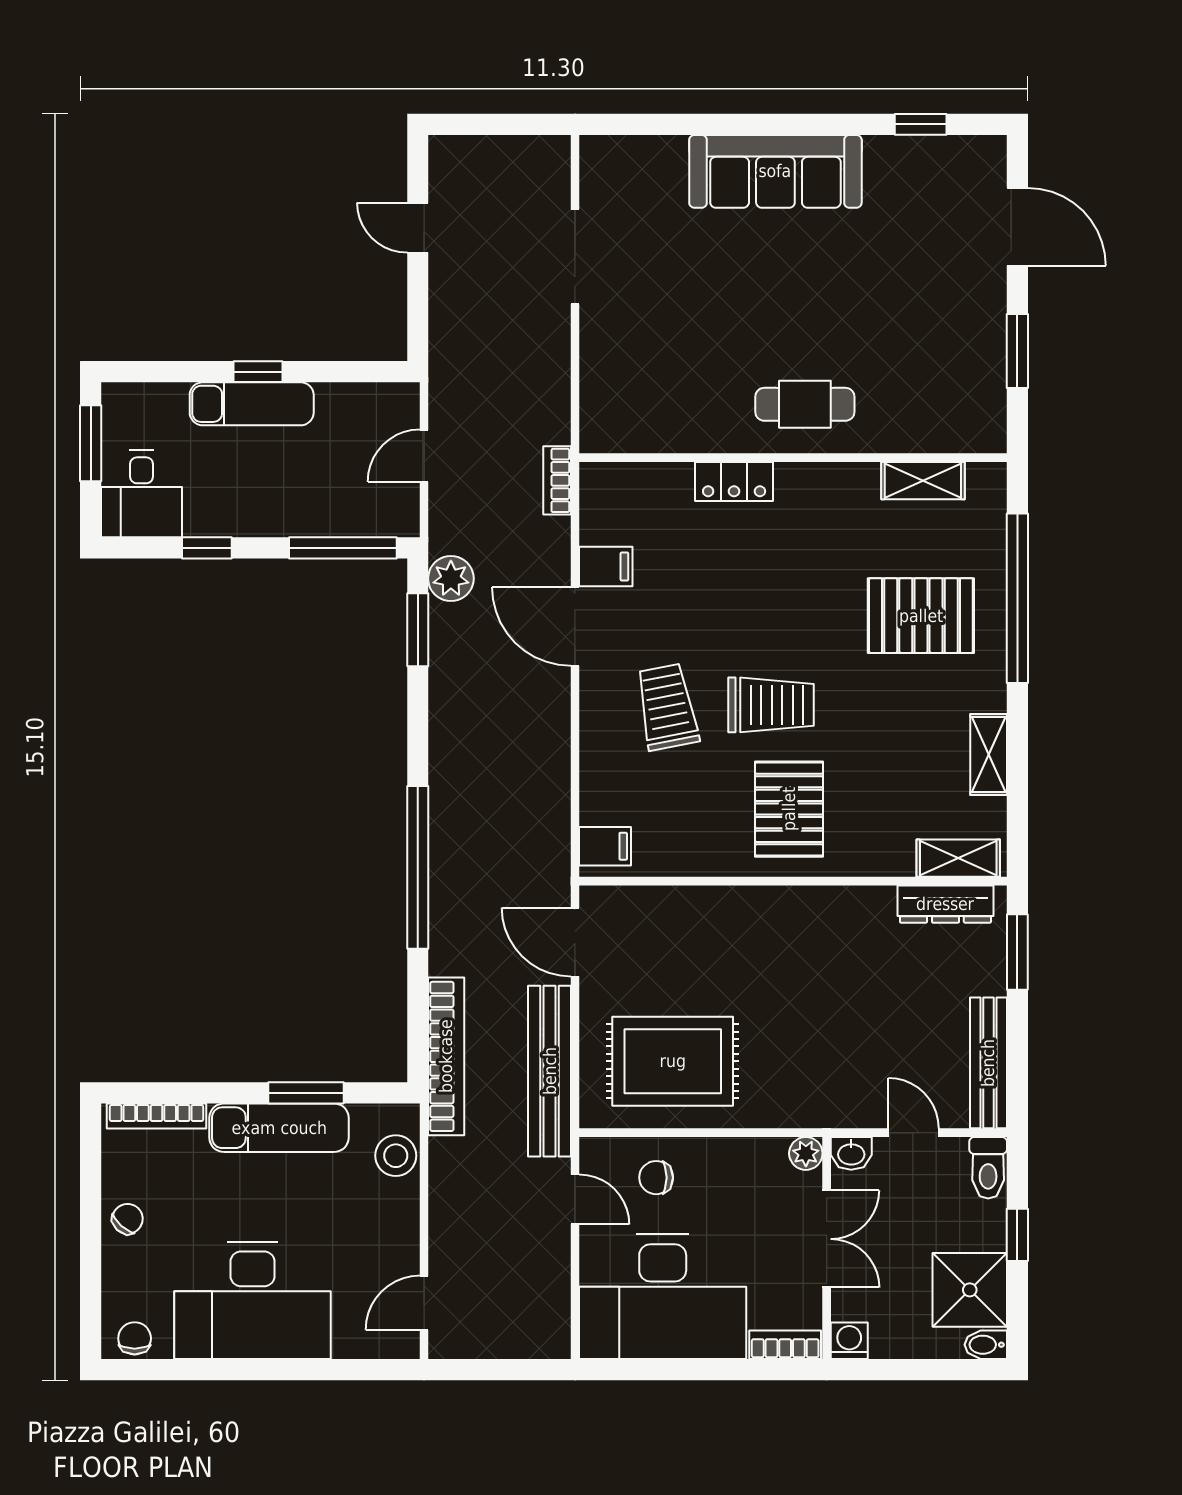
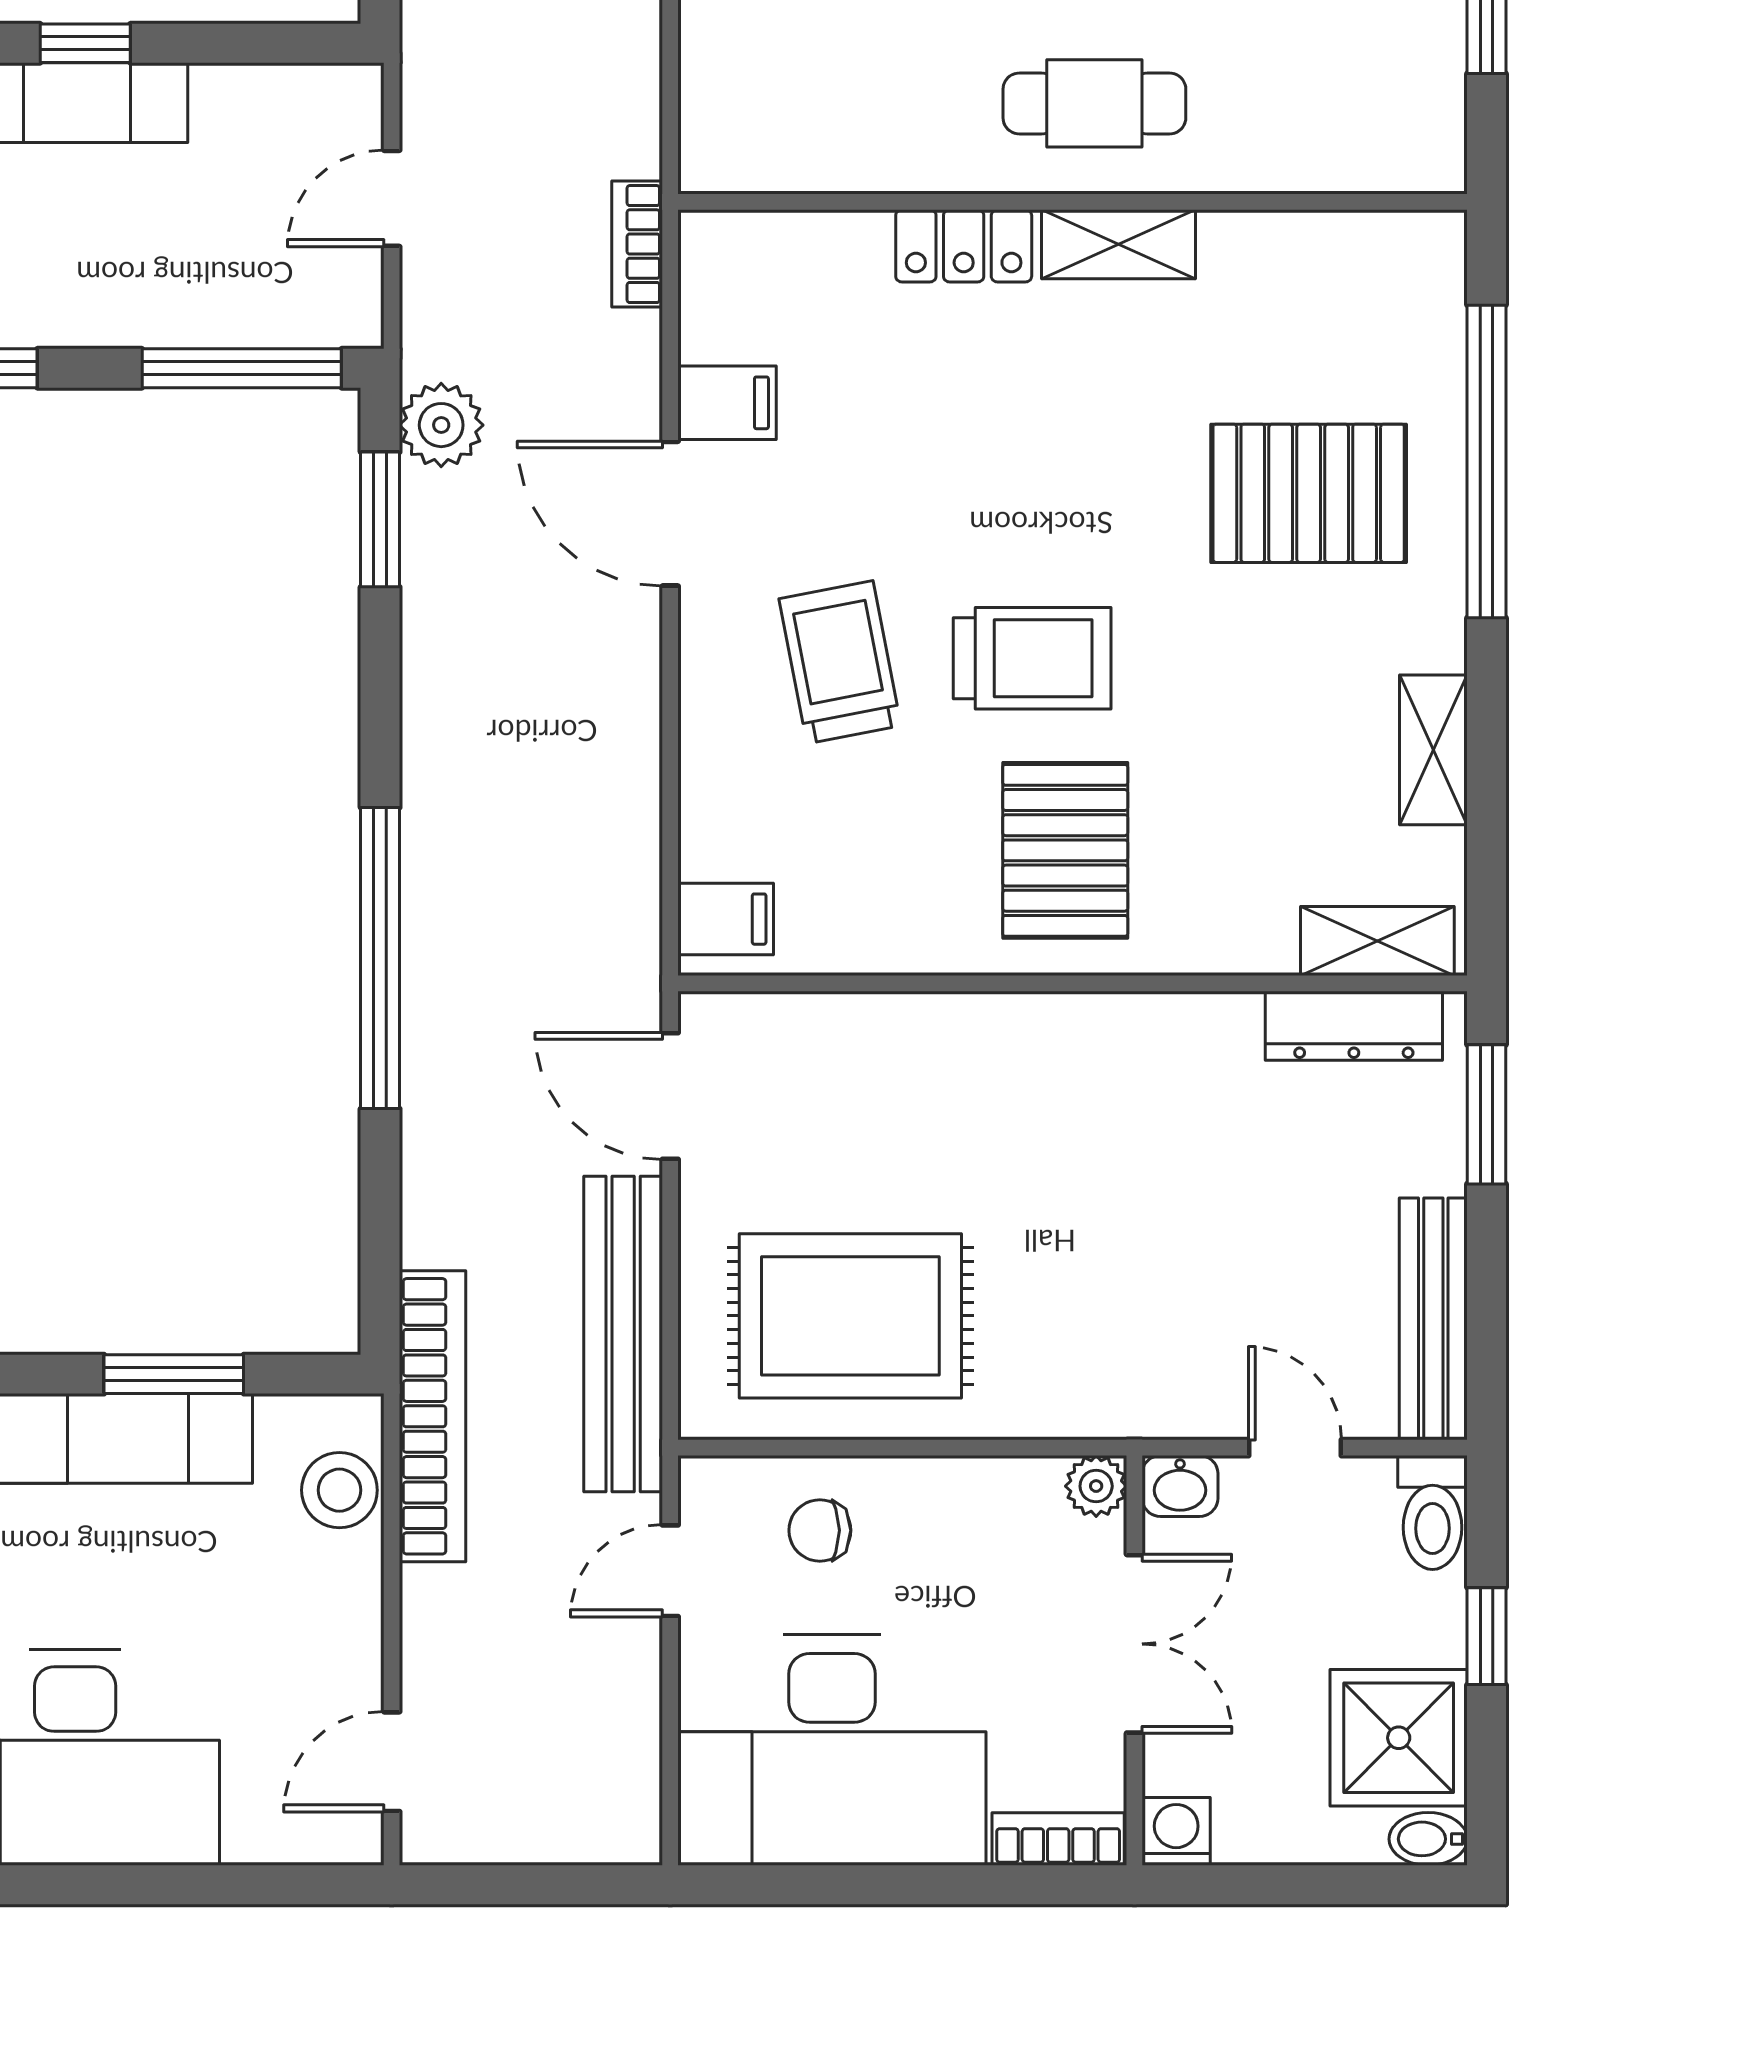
shelving: (923, 481) -> (1118, 244), moved
bookcase: (446, 1056) -> (432, 1416), moved
door: (575, 1199) -> (670, 1571), swing flipped

